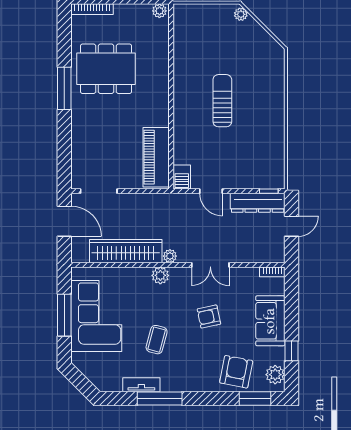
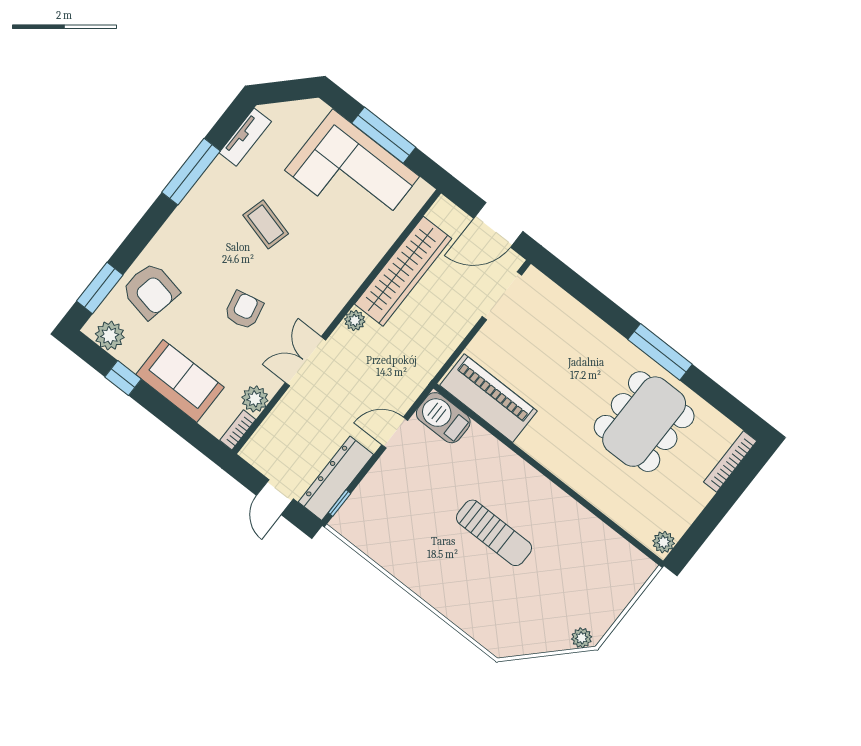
barbecue: (182, 177) -> (443, 418), width x1.38, depth x1.27
plant: (160, 275) -> (255, 399), moved
tv unit: (141, 385) -> (245, 137), moved

